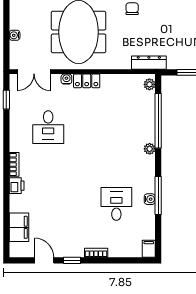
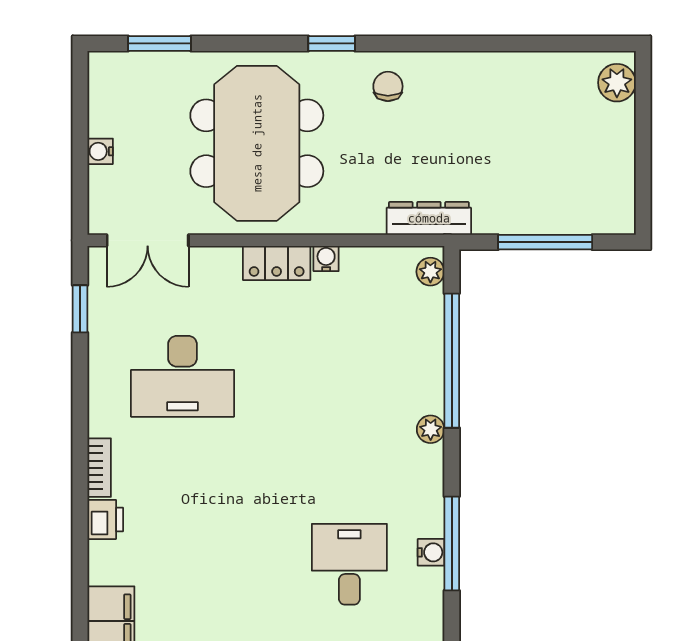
water cooler: (66, 79) -> (326, 258), moved
desk: (48, 127) -> (182, 376), width x1.37

